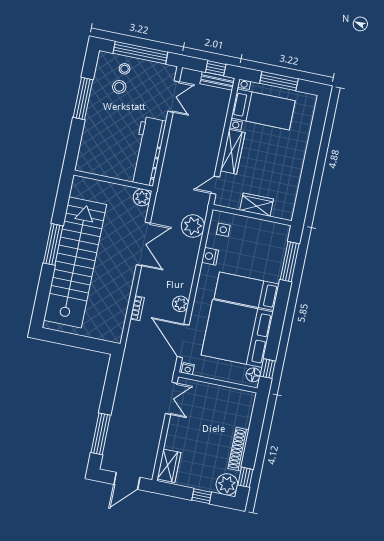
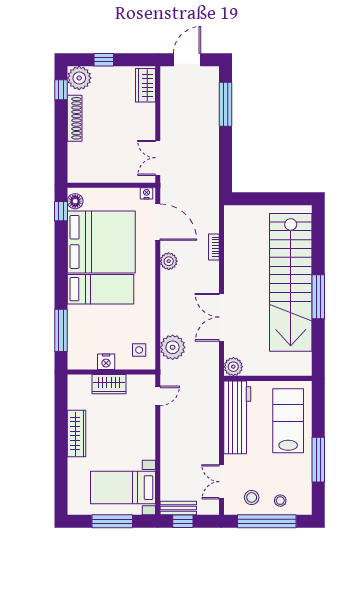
stool: (119, 87) -> (252, 497), moved
lab bench: (103, 139) -> (288, 421), added
wardrobe: (233, 152) -> (77, 434), moved, turned 180
nightstand: (210, 256) -> (106, 362), moved, turned 90

